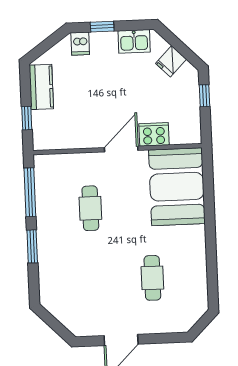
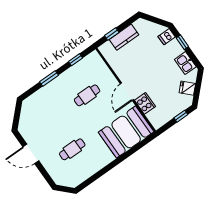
kitchen counter: (41, 87) -> (124, 37), moved
door: (121, 149) -> (127, 92), swing flipped
window: (30, 192) -> (75, 60), width x0.46

